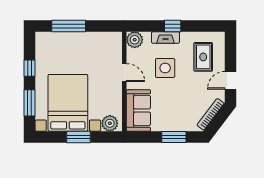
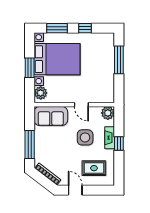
door: (124, 73) -> (81, 105), hinge flipped
window: (174, 137) -> (30, 145), width x1.44

